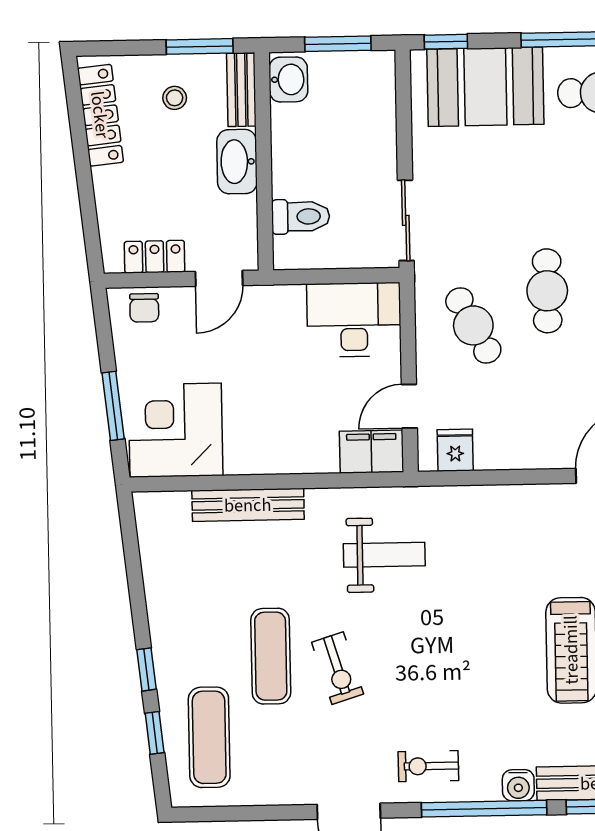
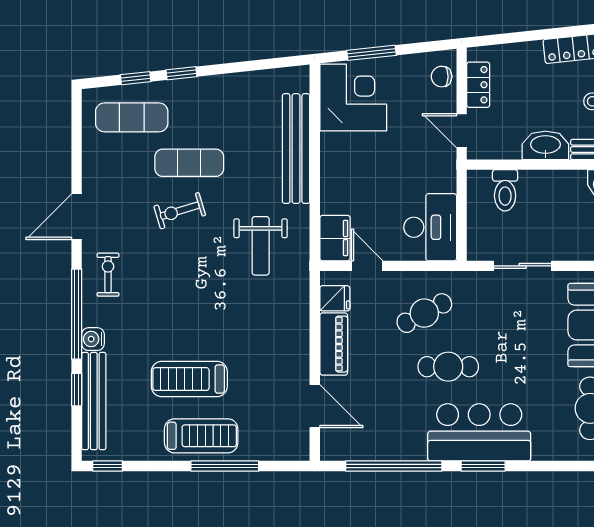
sliding door: (406, 220) -> (523, 266), moved
piano: (519, 451) -> (334, 344), added
bench: (248, 505) -> (296, 149), width x1.37, depth x1.21

